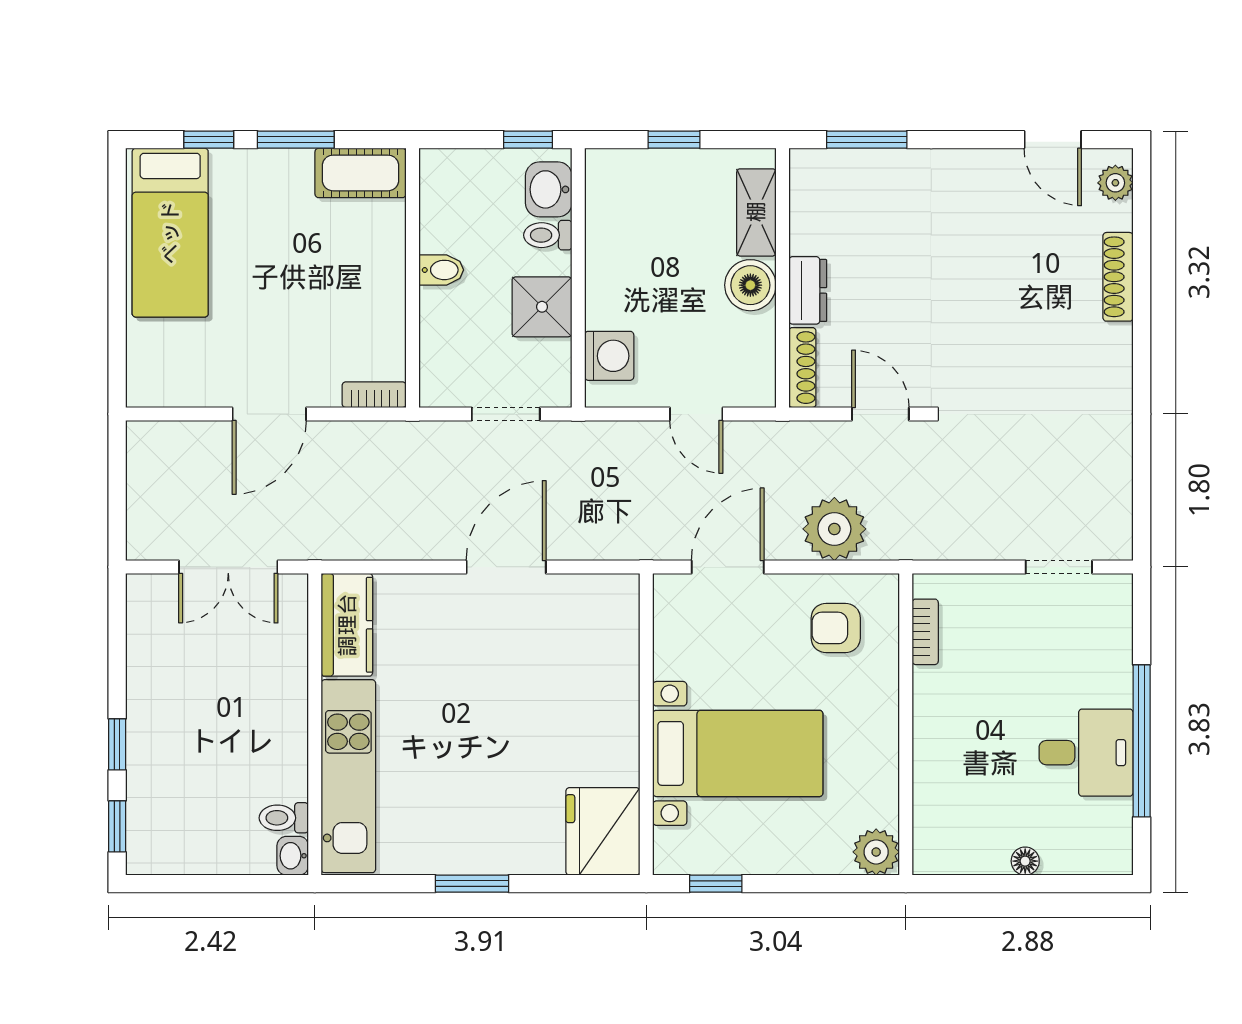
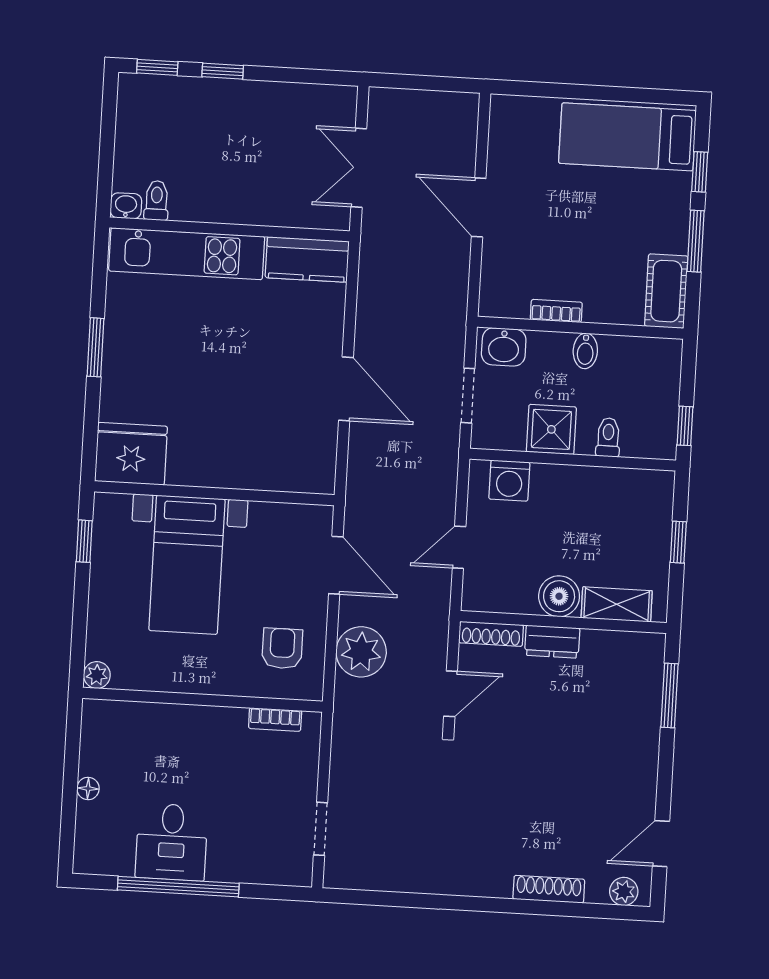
washbasin: (549, 189) -> (504, 347), moved, turned 180
bookcase: (374, 395) -> (556, 311), moved, turned -90
plant: (876, 852) -> (97, 675), width x0.73, depth x0.73

